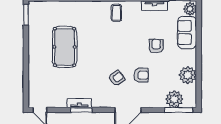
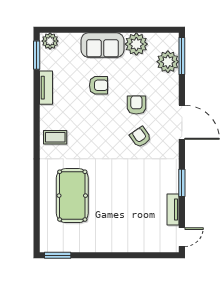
sofa: (187, 33) -> (102, 45), moved
armchair: (156, 46) -> (99, 85), turned 180
pool table: (65, 47) -> (72, 196), moved, turned 90
tv unit: (79, 103) -> (173, 209), moved

